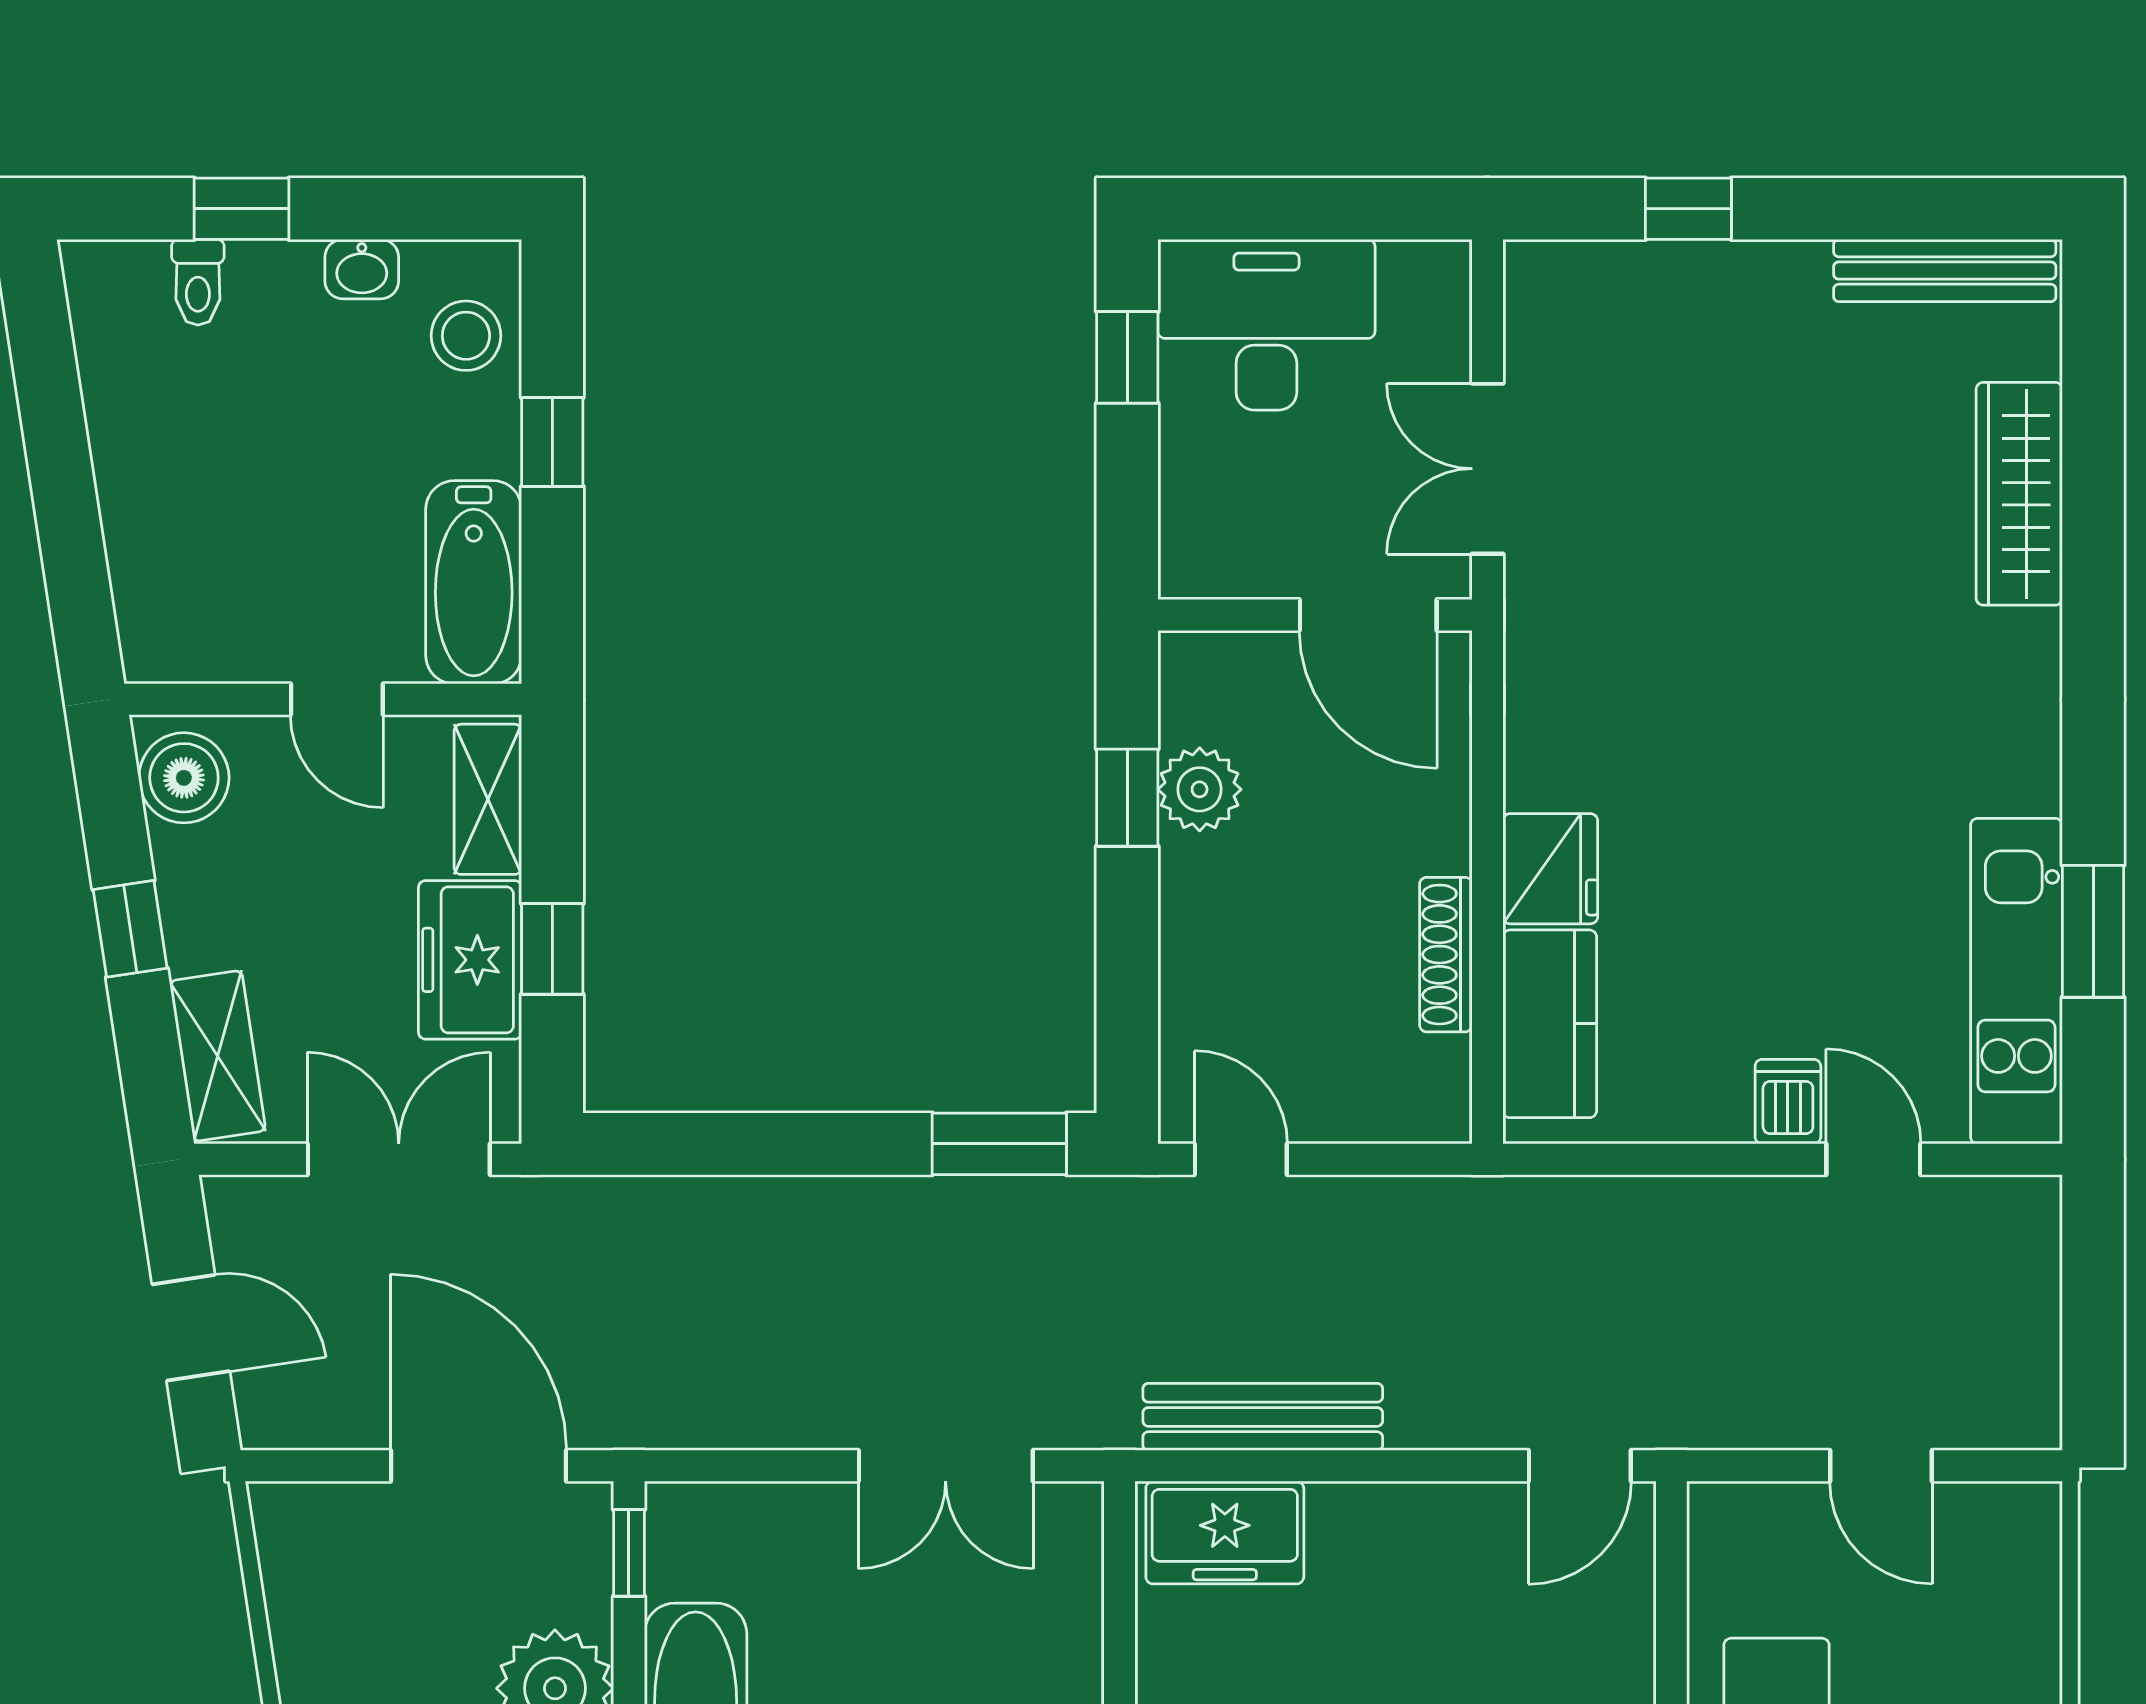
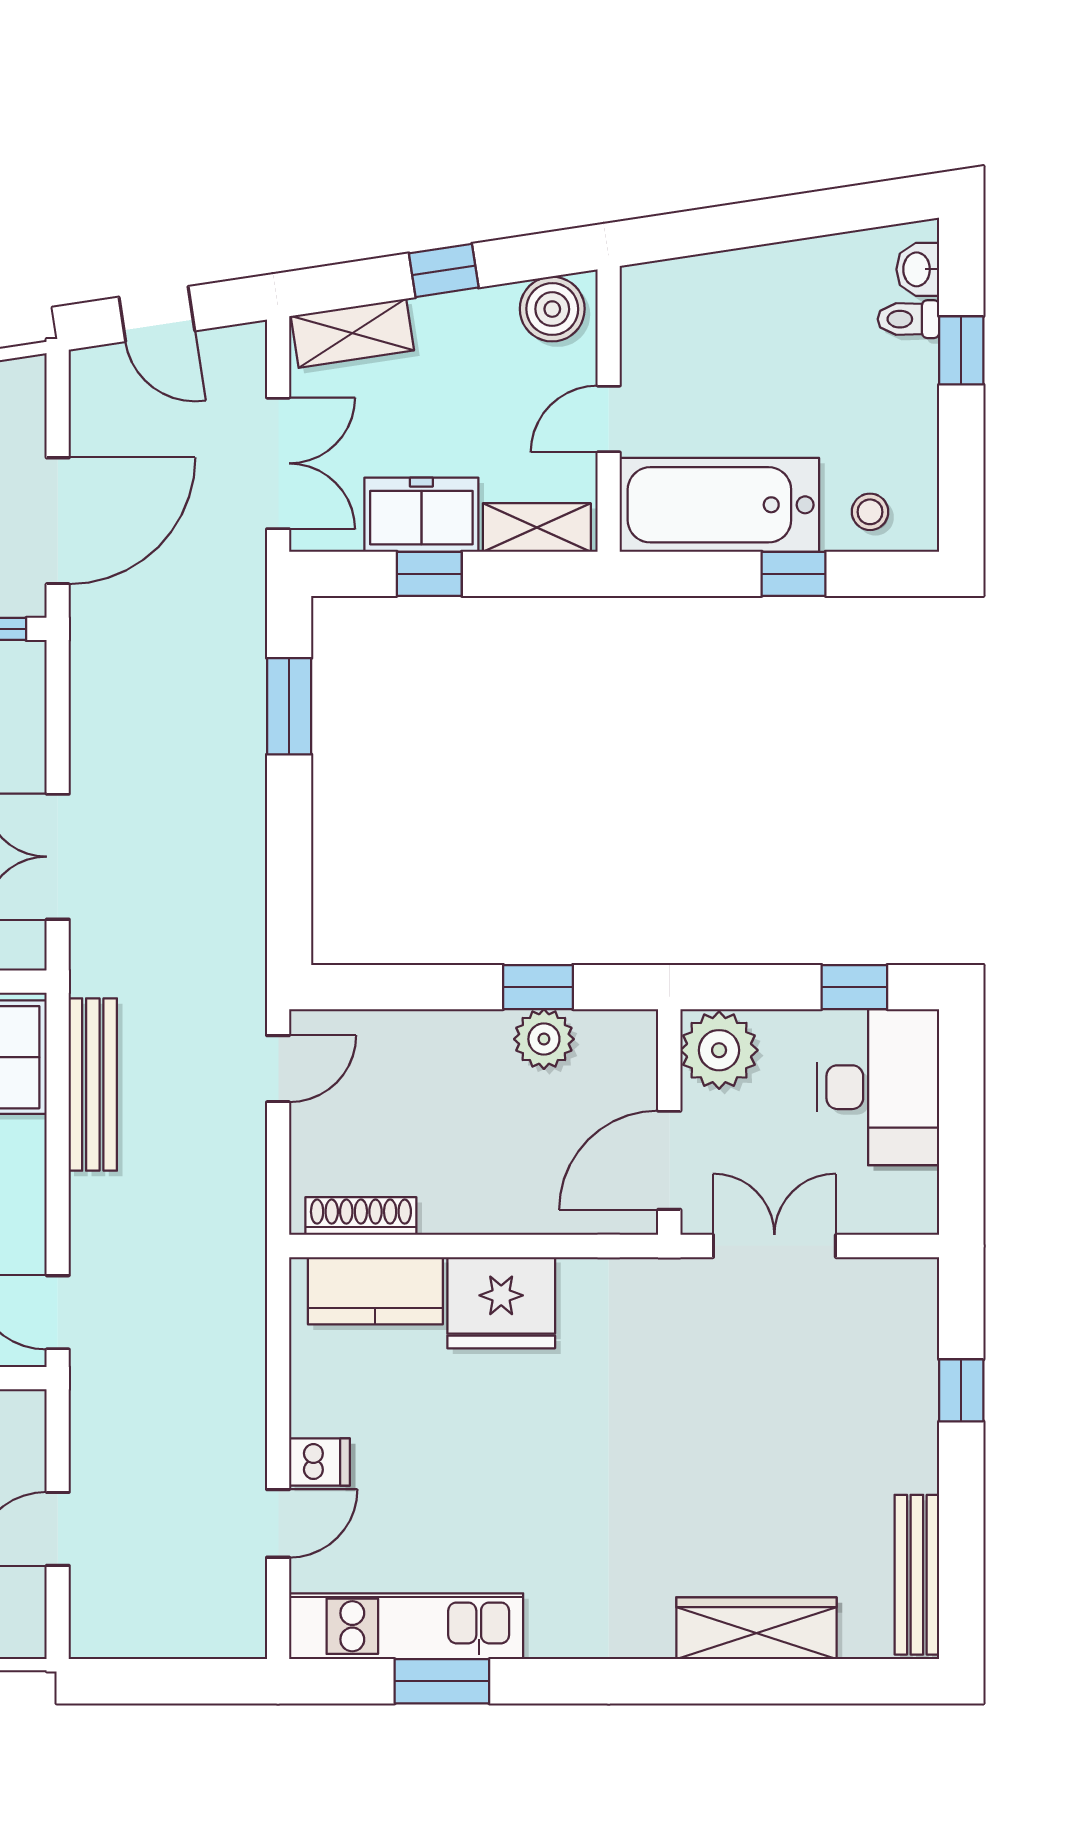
washbasin: (362, 269) -> (918, 269), moved
stool: (466, 336) -> (870, 512), width x0.73, depth x0.73
plant: (1215, 546) -> (719, 1050), added
bathtub: (474, 582) -> (719, 505), width x1.36, depth x1.36
fridge: (1550, 869) -> (501, 1303), width x1.36, depth x1.34
shoe rack: (1446, 955) -> (361, 1216), moved
window: (999, 1144) -> (289, 706), moved
door: (191, 1328) -> (157, 314), hinge flipped

